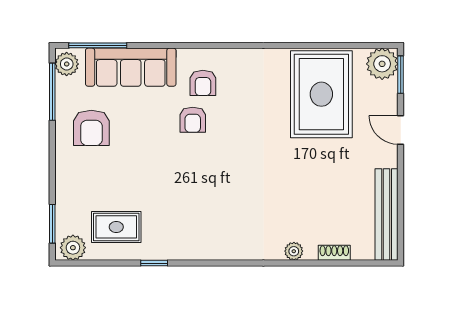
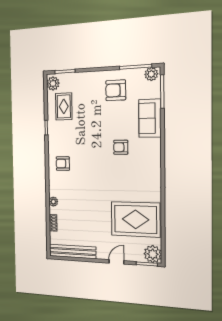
sofa: (131, 67) -> (150, 118), width x0.73
armchair: (203, 83) -> (63, 164), moved

